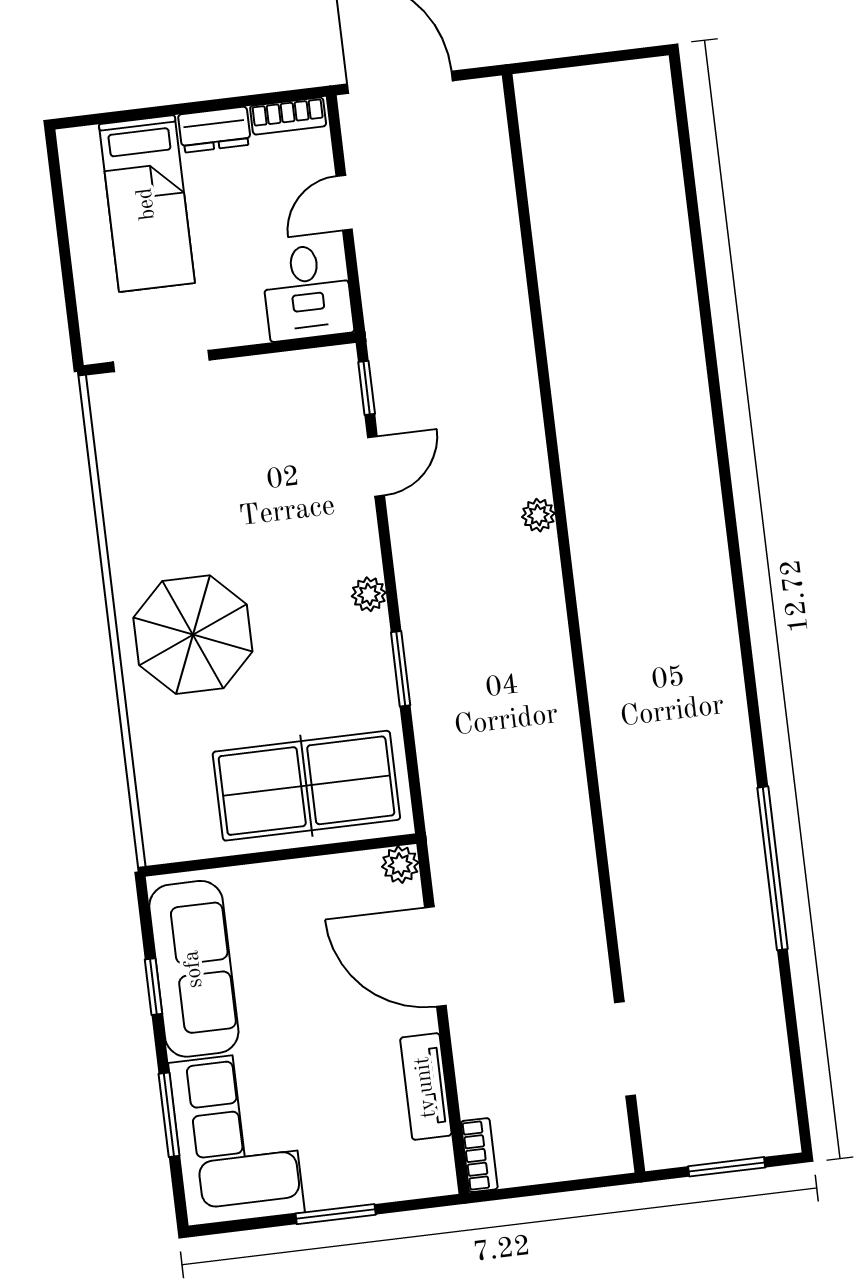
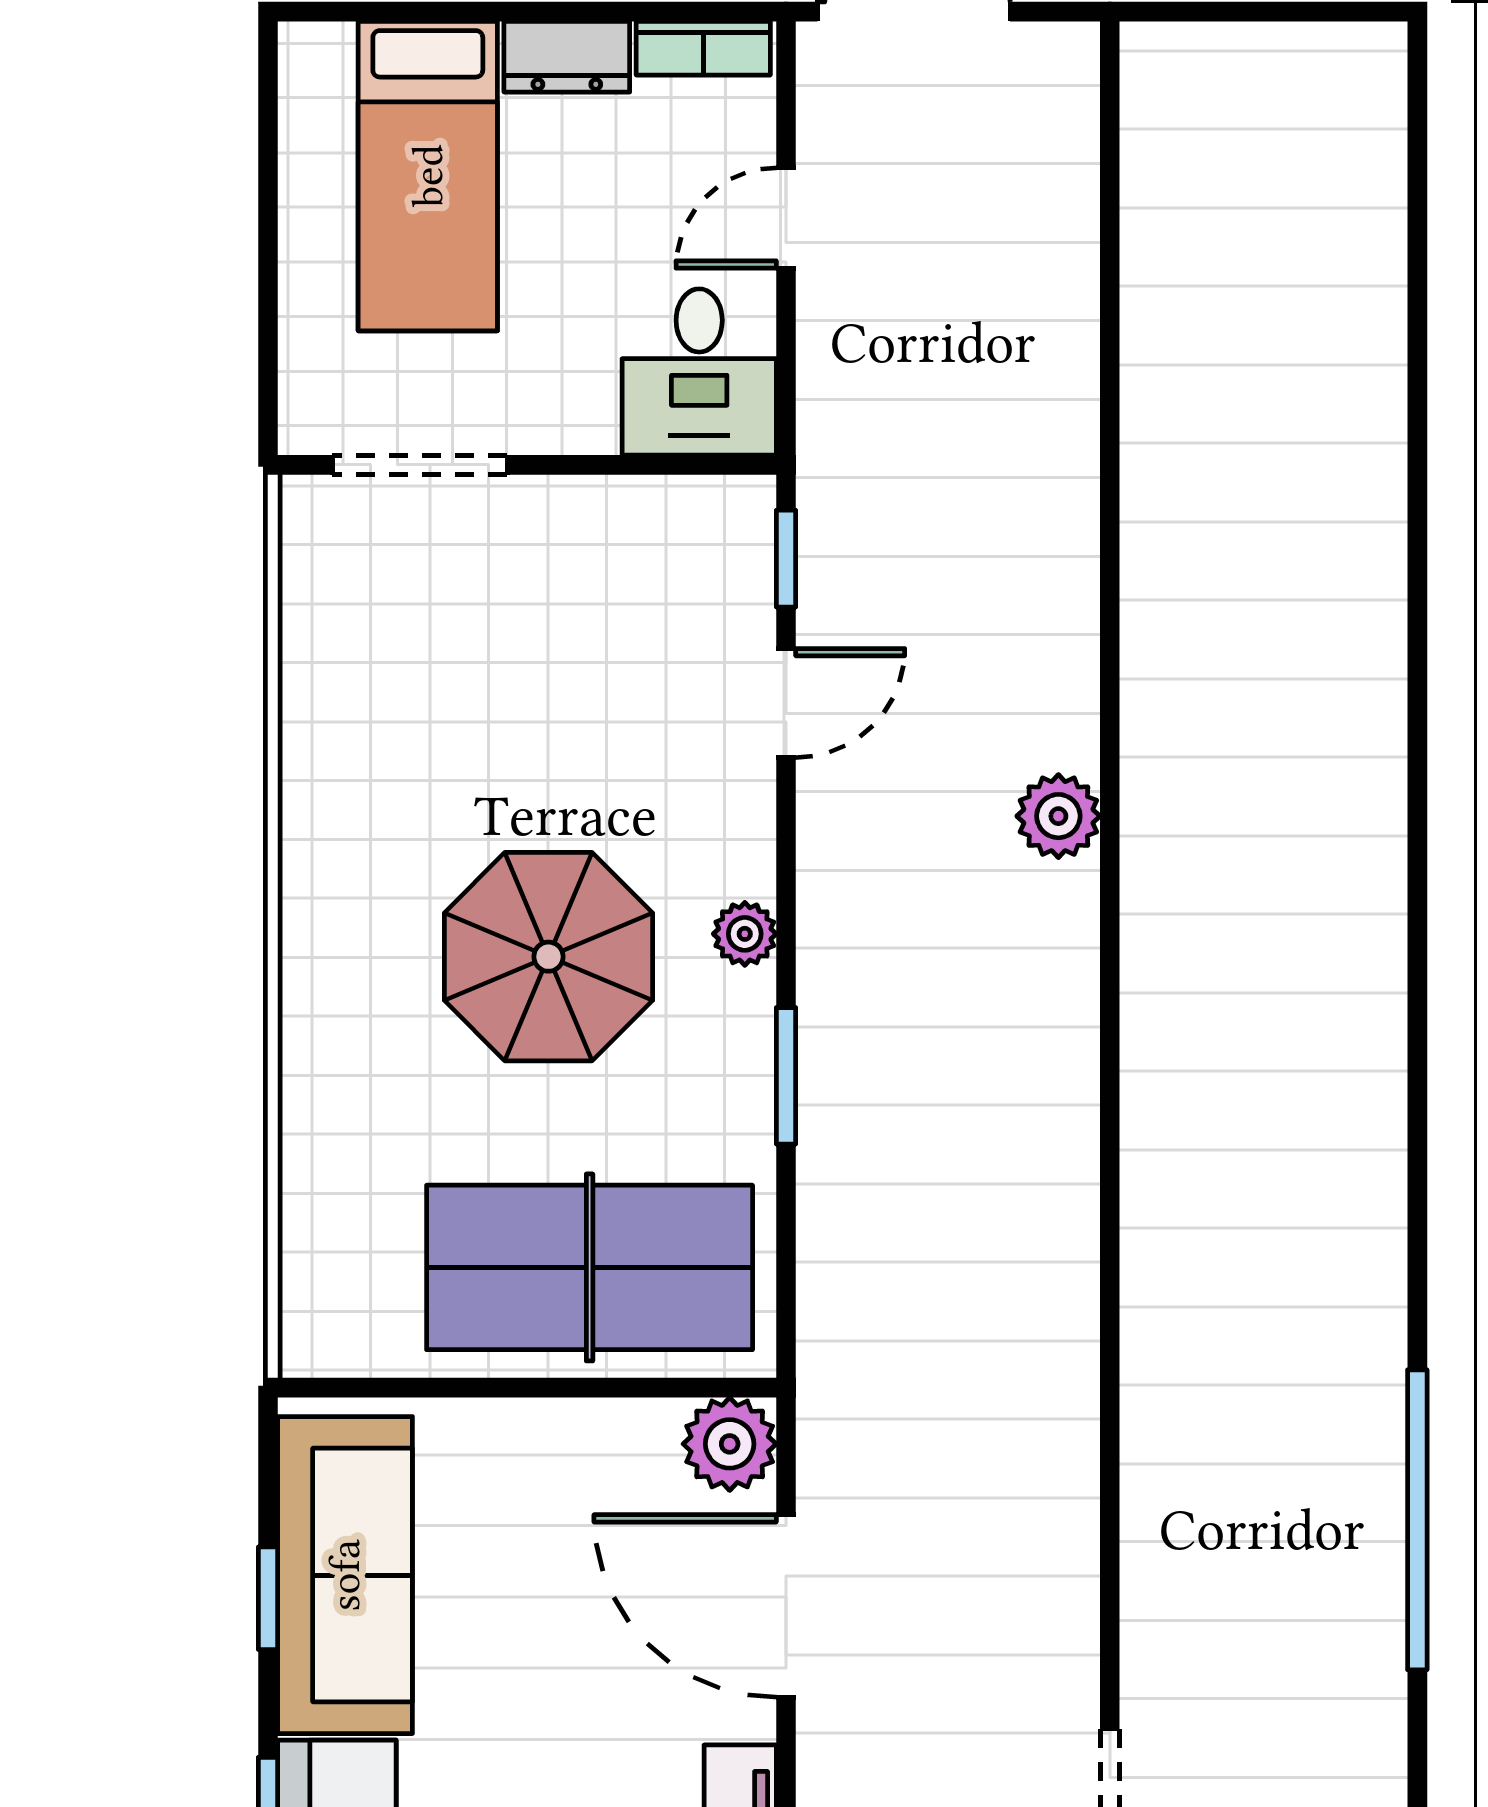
plant: (538, 515) -> (1058, 816), width x1.38, depth x1.38
parasol: (193, 635) -> (548, 957), moved
plant: (400, 865) -> (730, 1444), width x1.38, depth x1.38

